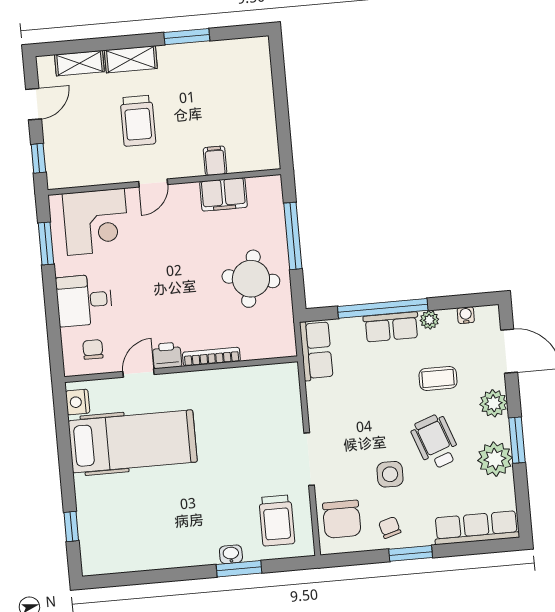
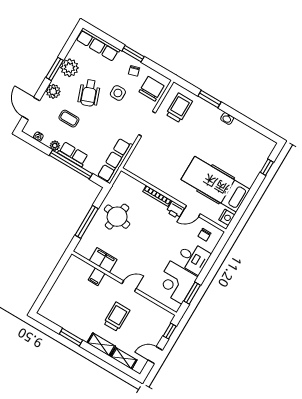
corner desk: (96, 222) -> (176, 282), moved, turned -90
row of seats: (316, 350) -> (115, 161), width x1.48
washbasin: (231, 554) -> (227, 119), moved

